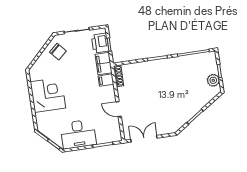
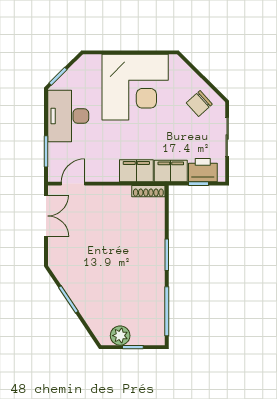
filing cabinet: (106, 80) -> (136, 171), width x2.00
corner desk: (48, 95) -> (135, 87), width x1.36, depth x1.36
door: (119, 109) -> (73, 184), moved

